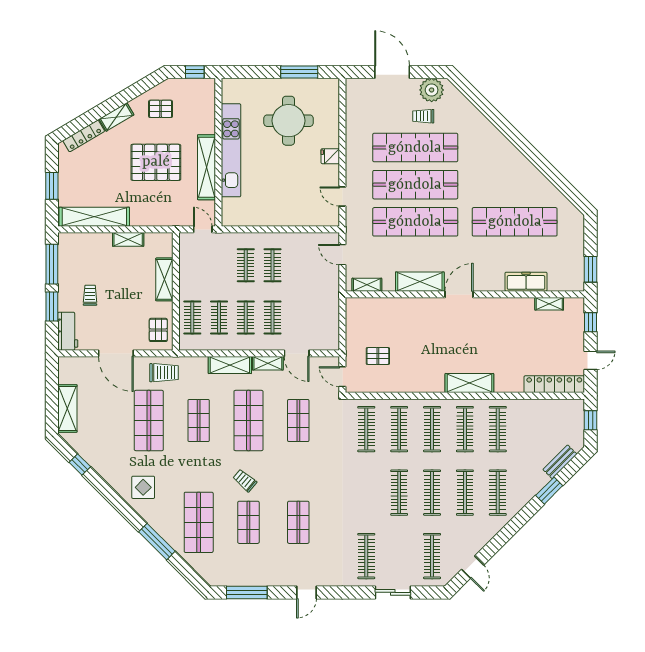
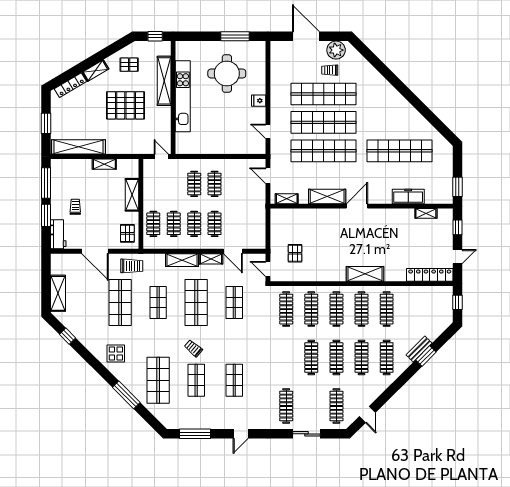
shelving: (206, 167) -> (164, 81), moved
pallet: (378, 356) -> (295, 253), turned 90
bench: (560, 462) -> (419, 349), moved

